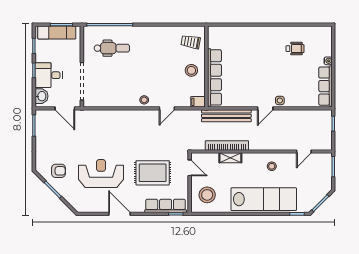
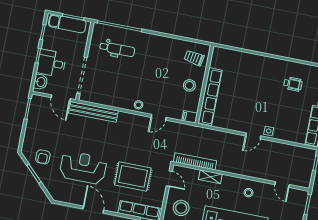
bench: (226, 116) -> (93, 112), moved
bookcase: (227, 145) -> (195, 161), moved
door: (304, 152) -> (282, 185), hinge flipped
armchair: (58, 171) -> (43, 157), turned 90

